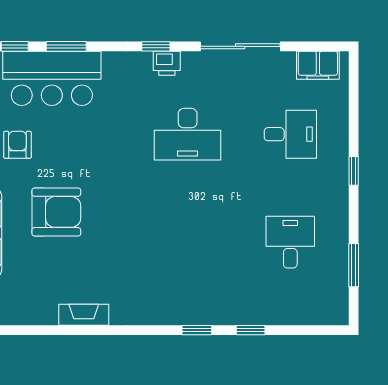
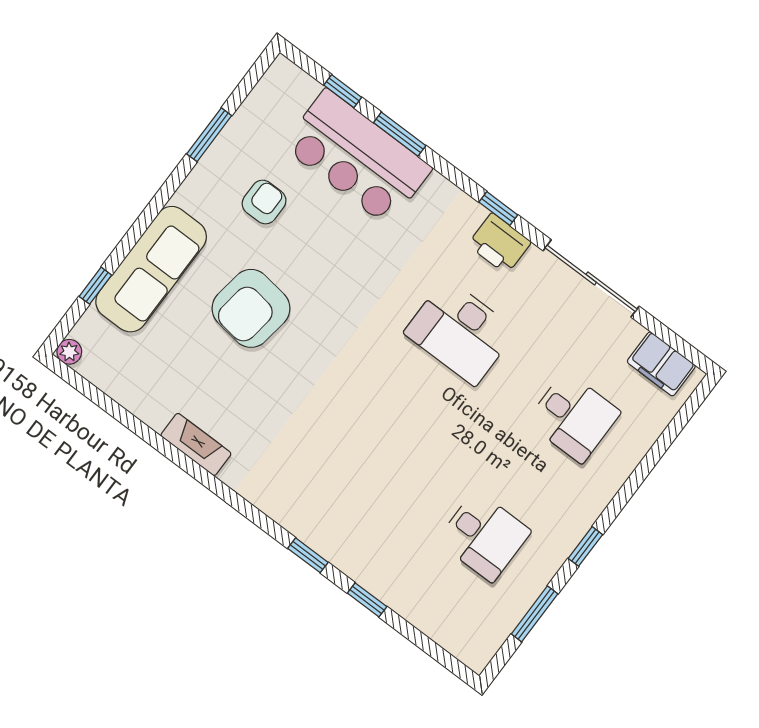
printer: (167, 63) -> (499, 243), width x1.36, depth x1.24
window: (354, 171) -> (585, 546), moved
armchair: (56, 212) -> (251, 308), turned 98
desk: (290, 242) -> (484, 536), turned 90

